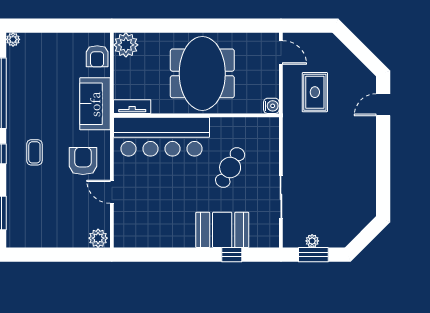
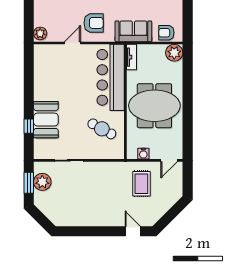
rug: (315, 92) -> (141, 184), turned 90
water cooler: (271, 106) -> (143, 154), moved
cafe table: (230, 168) -> (102, 129), moved
plant: (312, 241) -> (42, 182), width x1.88, depth x1.88

